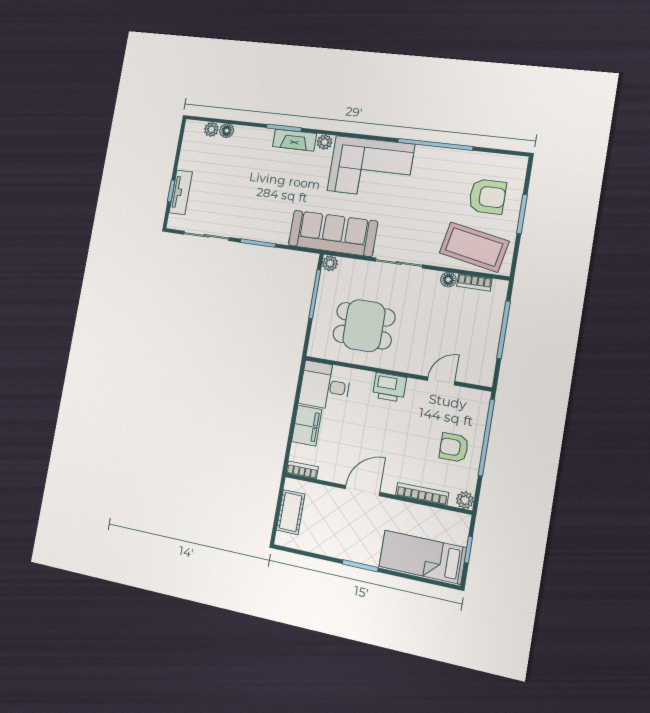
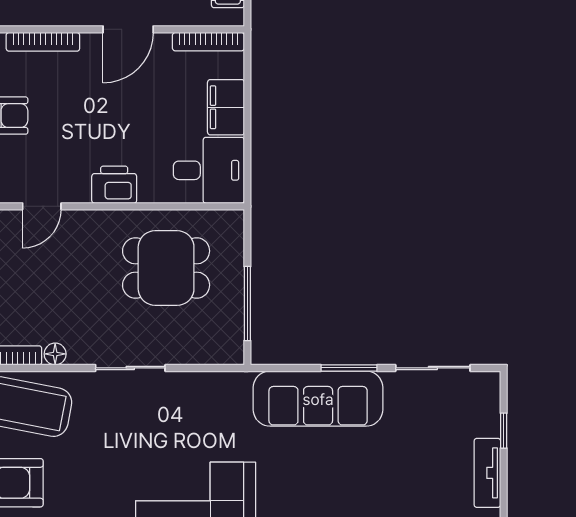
tv unit: (181, 192) -> (487, 473), moved
sofa: (333, 233) -> (318, 399), moved
plant: (330, 263) -> (232, 353), removed
bookcase: (302, 470) -> (208, 42), width x1.56

